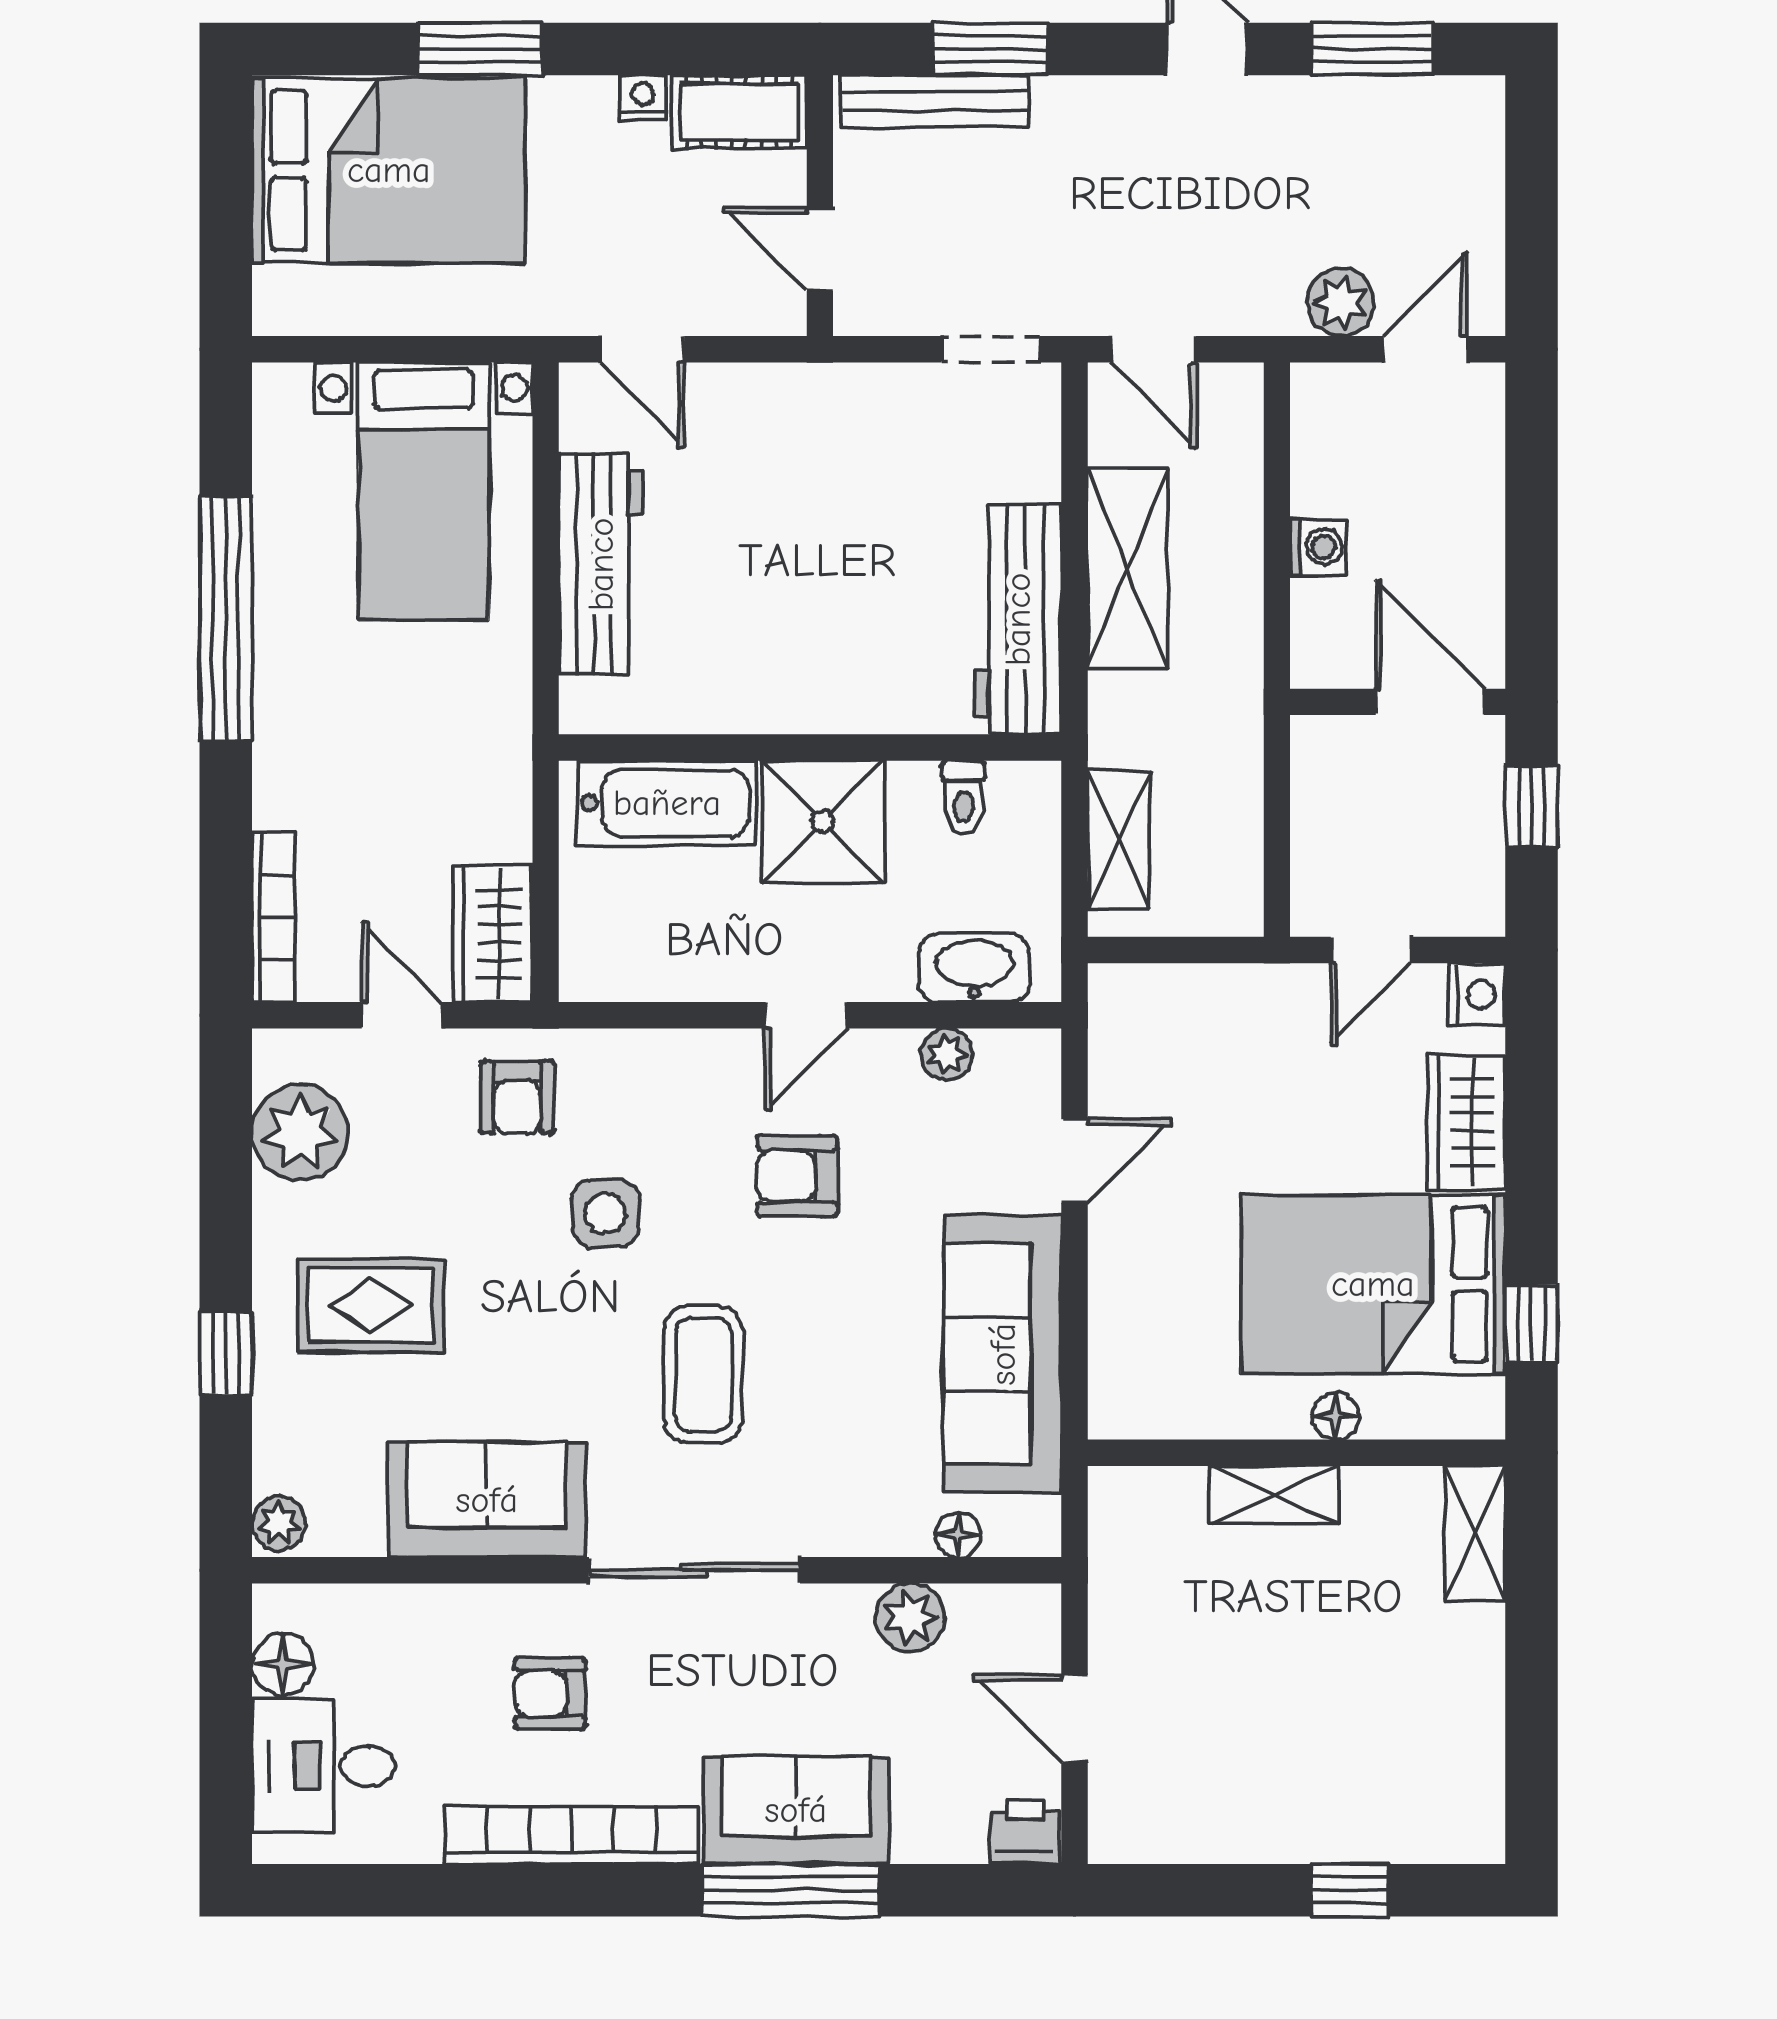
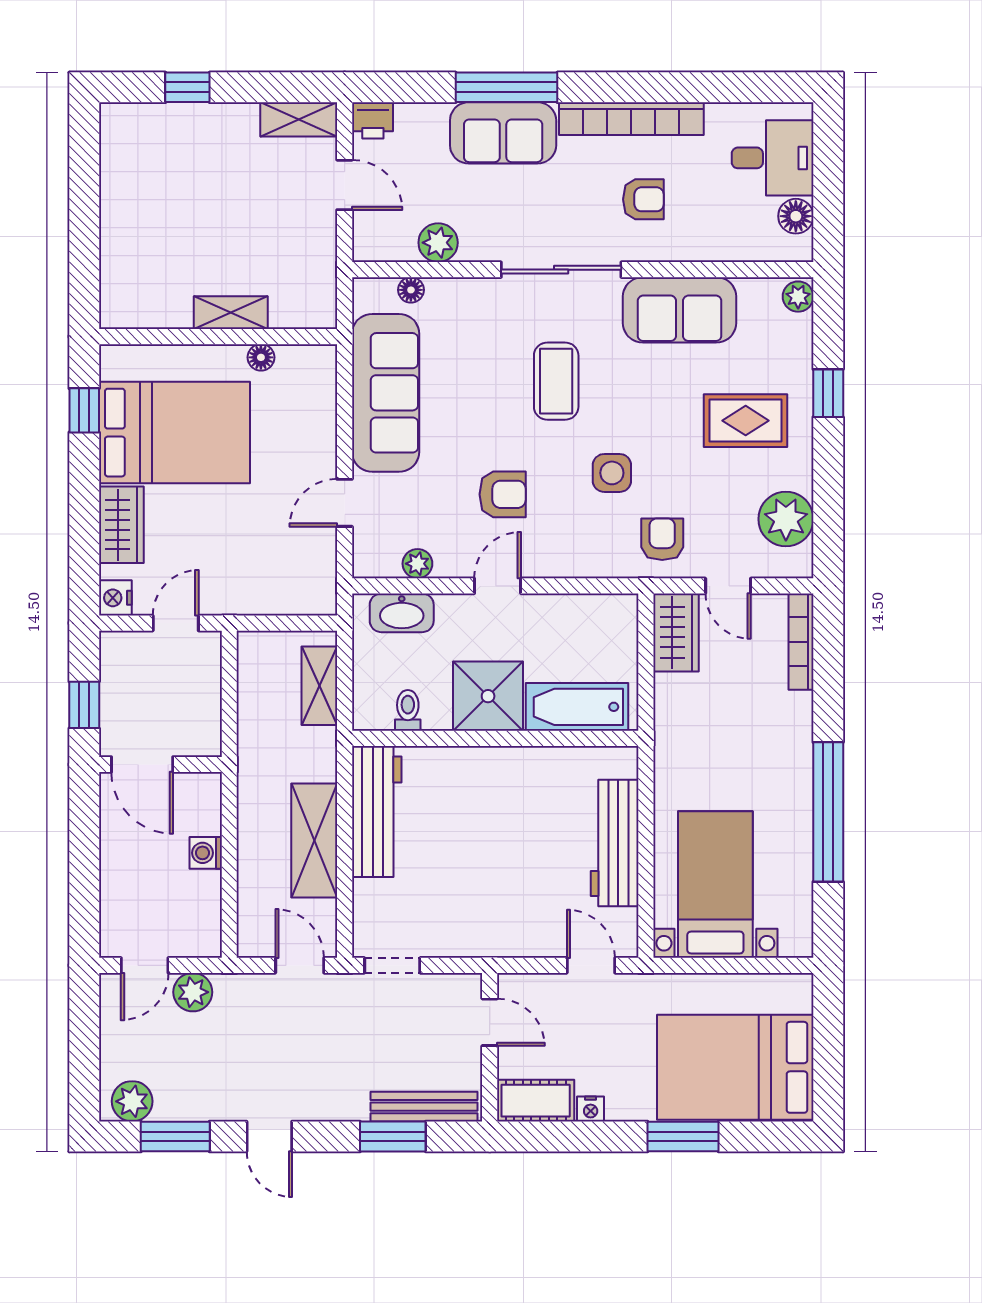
plant: (1447, 111) -> (132, 1101), added
floor lamp: (1335, 1416) -> (261, 357), moved
shelving: (1475, 1533) -> (299, 119), moved, turned 90

